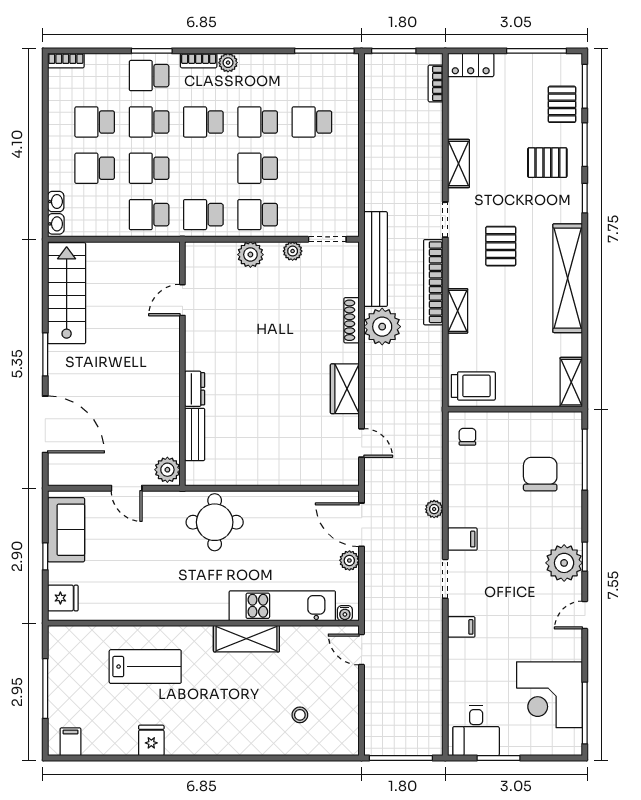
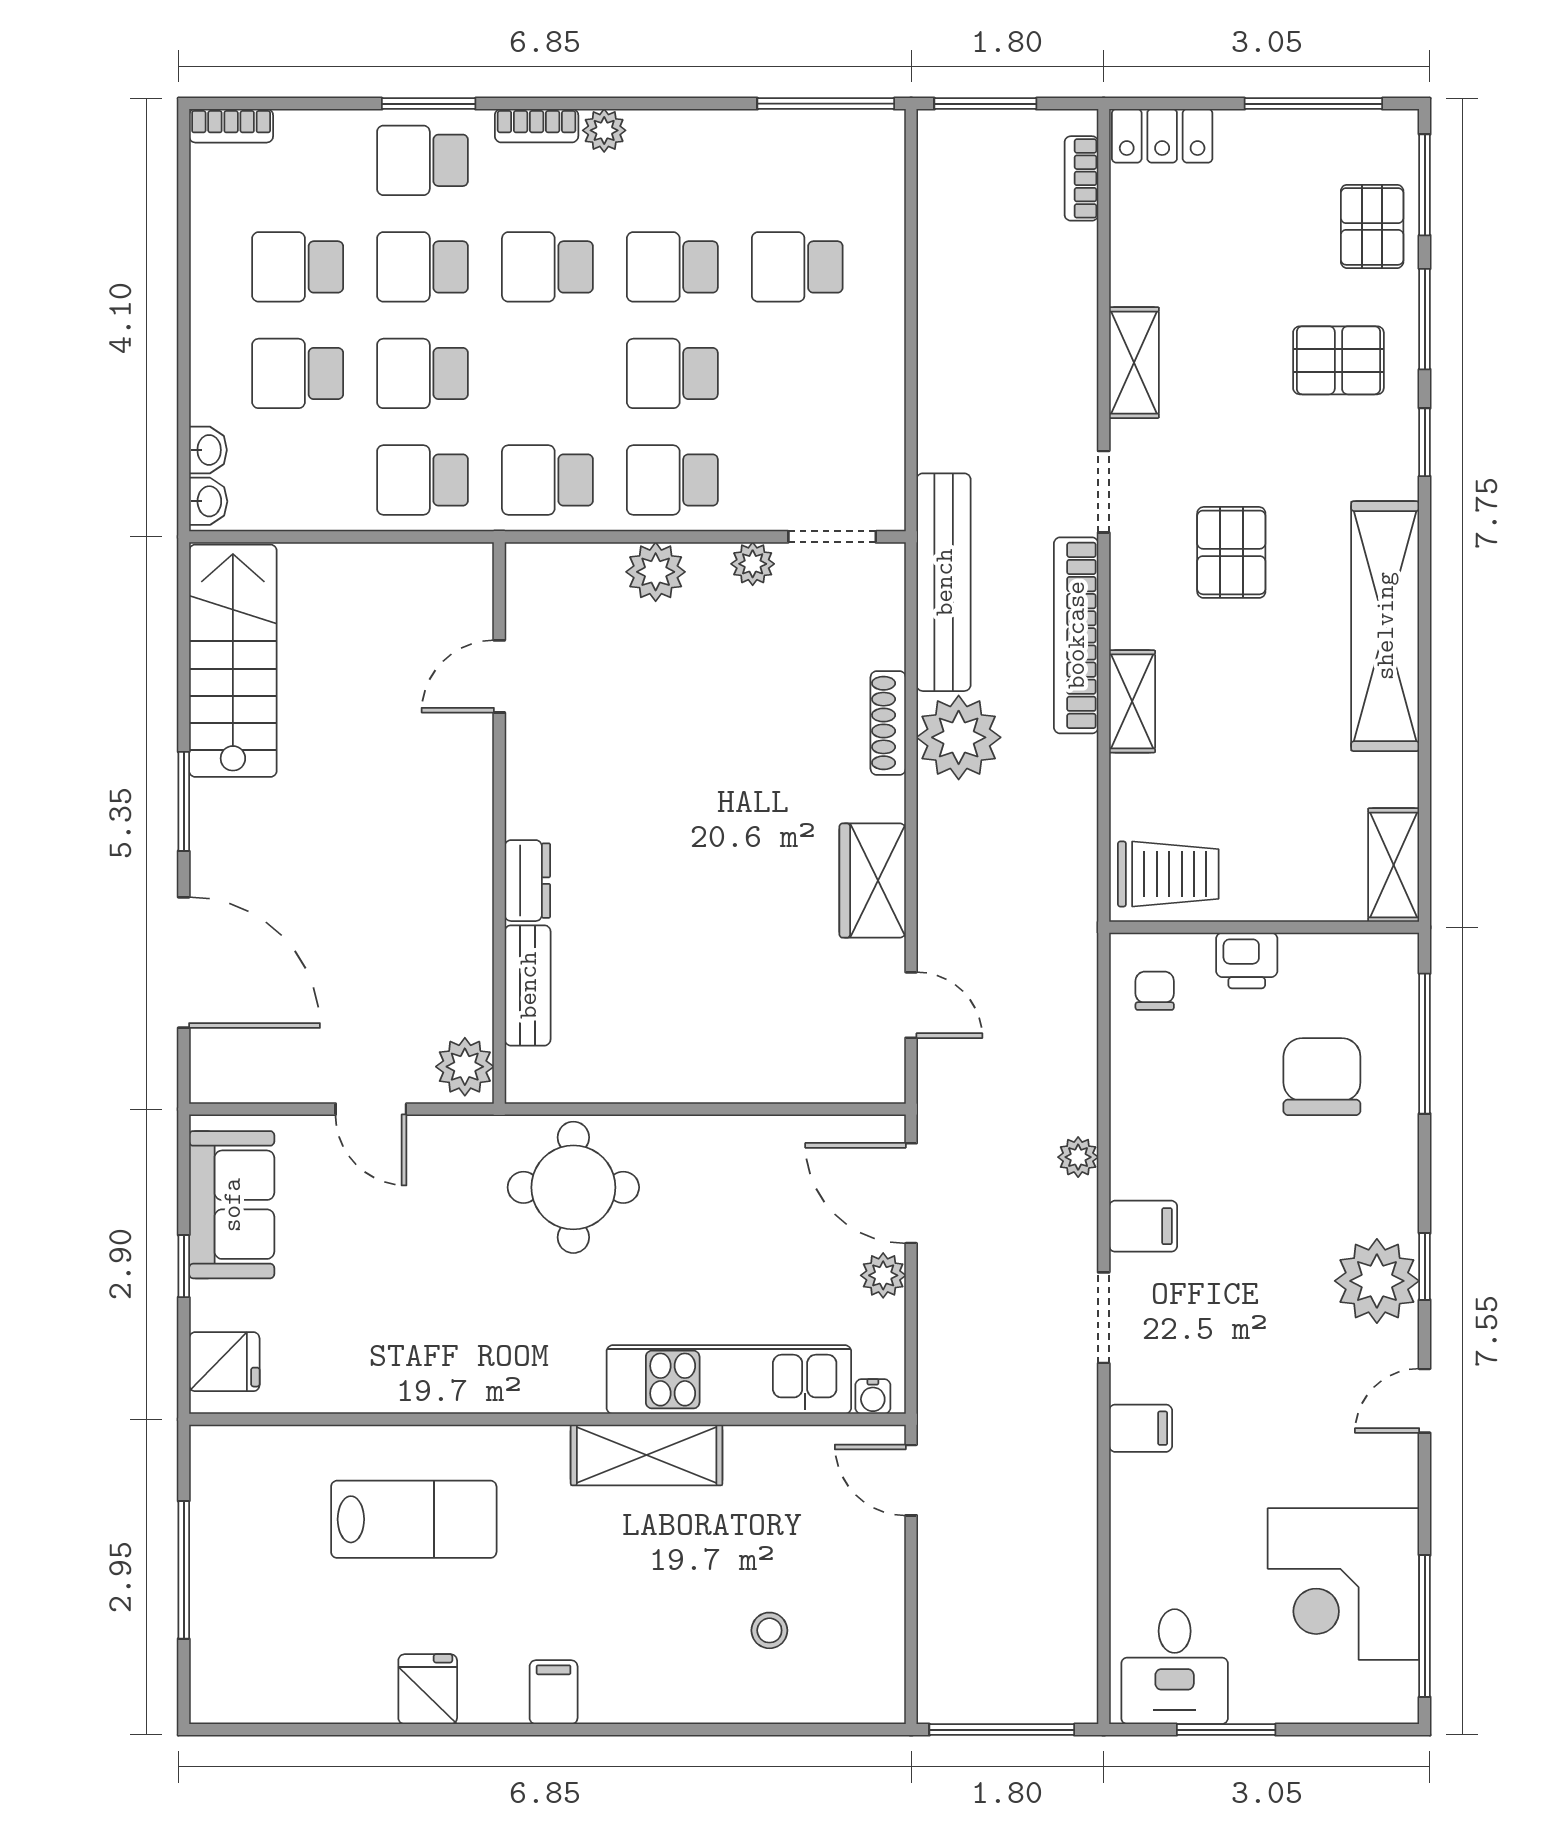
printer: (507, 424) -> (1247, 960), added
filing cabinet: (70, 742) -> (554, 1692), moved

